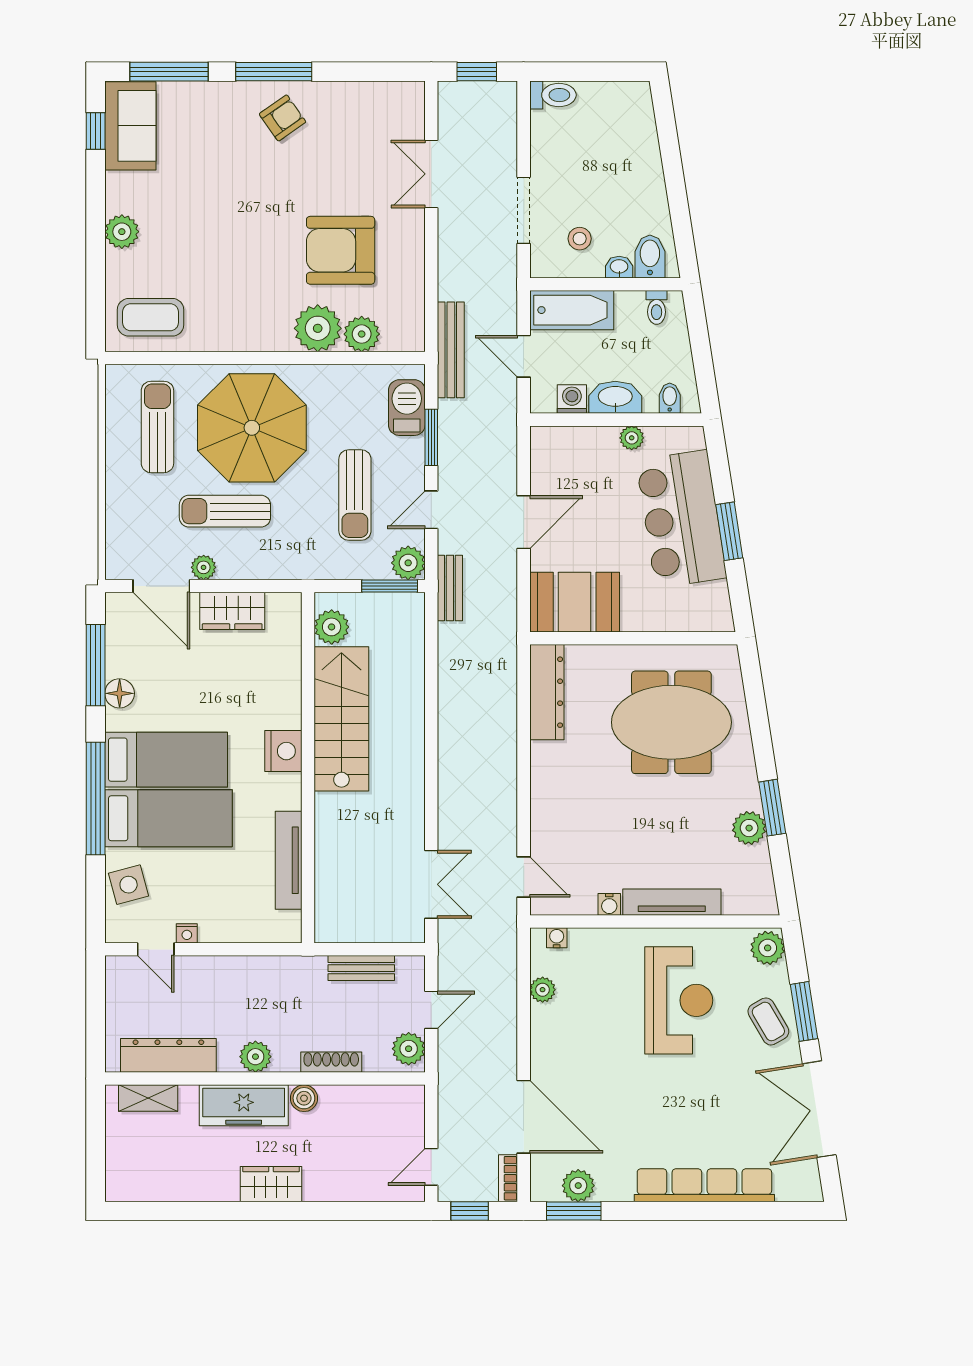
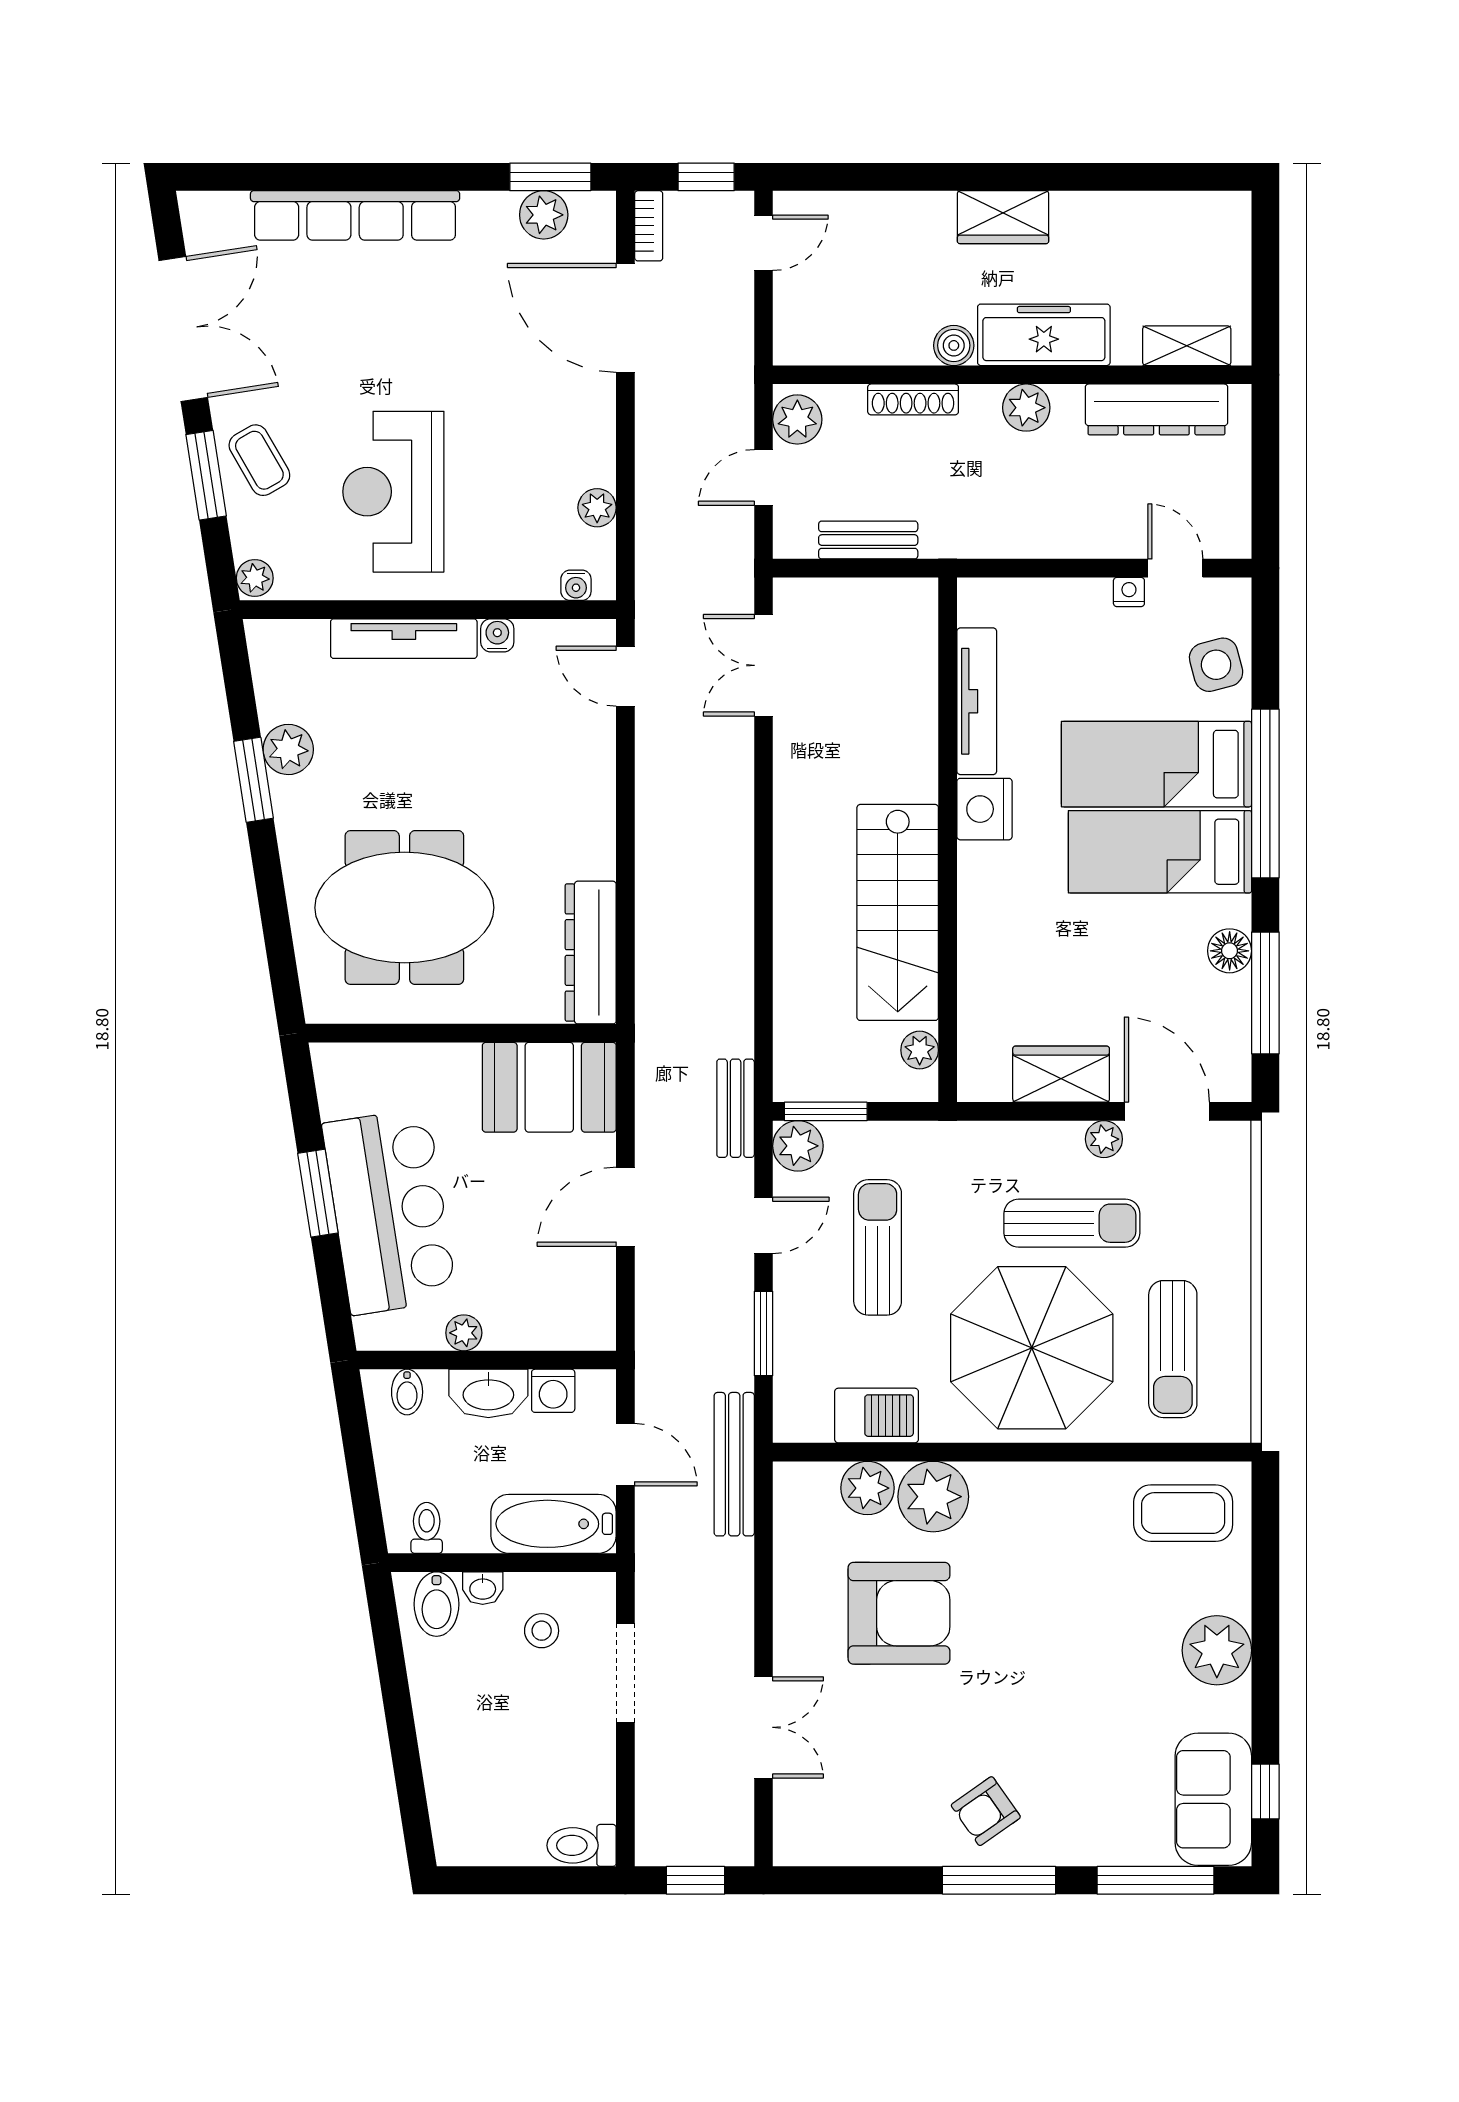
plant: (122, 232) -> (1217, 1650), width x1.36, depth x1.36
barbecue: (407, 408) -> (877, 1416), moved, turned -90
plant: (332, 627) -> (920, 1050), width x0.73, depth x0.73
nightstand: (283, 751) -> (984, 809), moved
plant: (768, 948) -> (255, 578), width x0.73, depth x0.73

